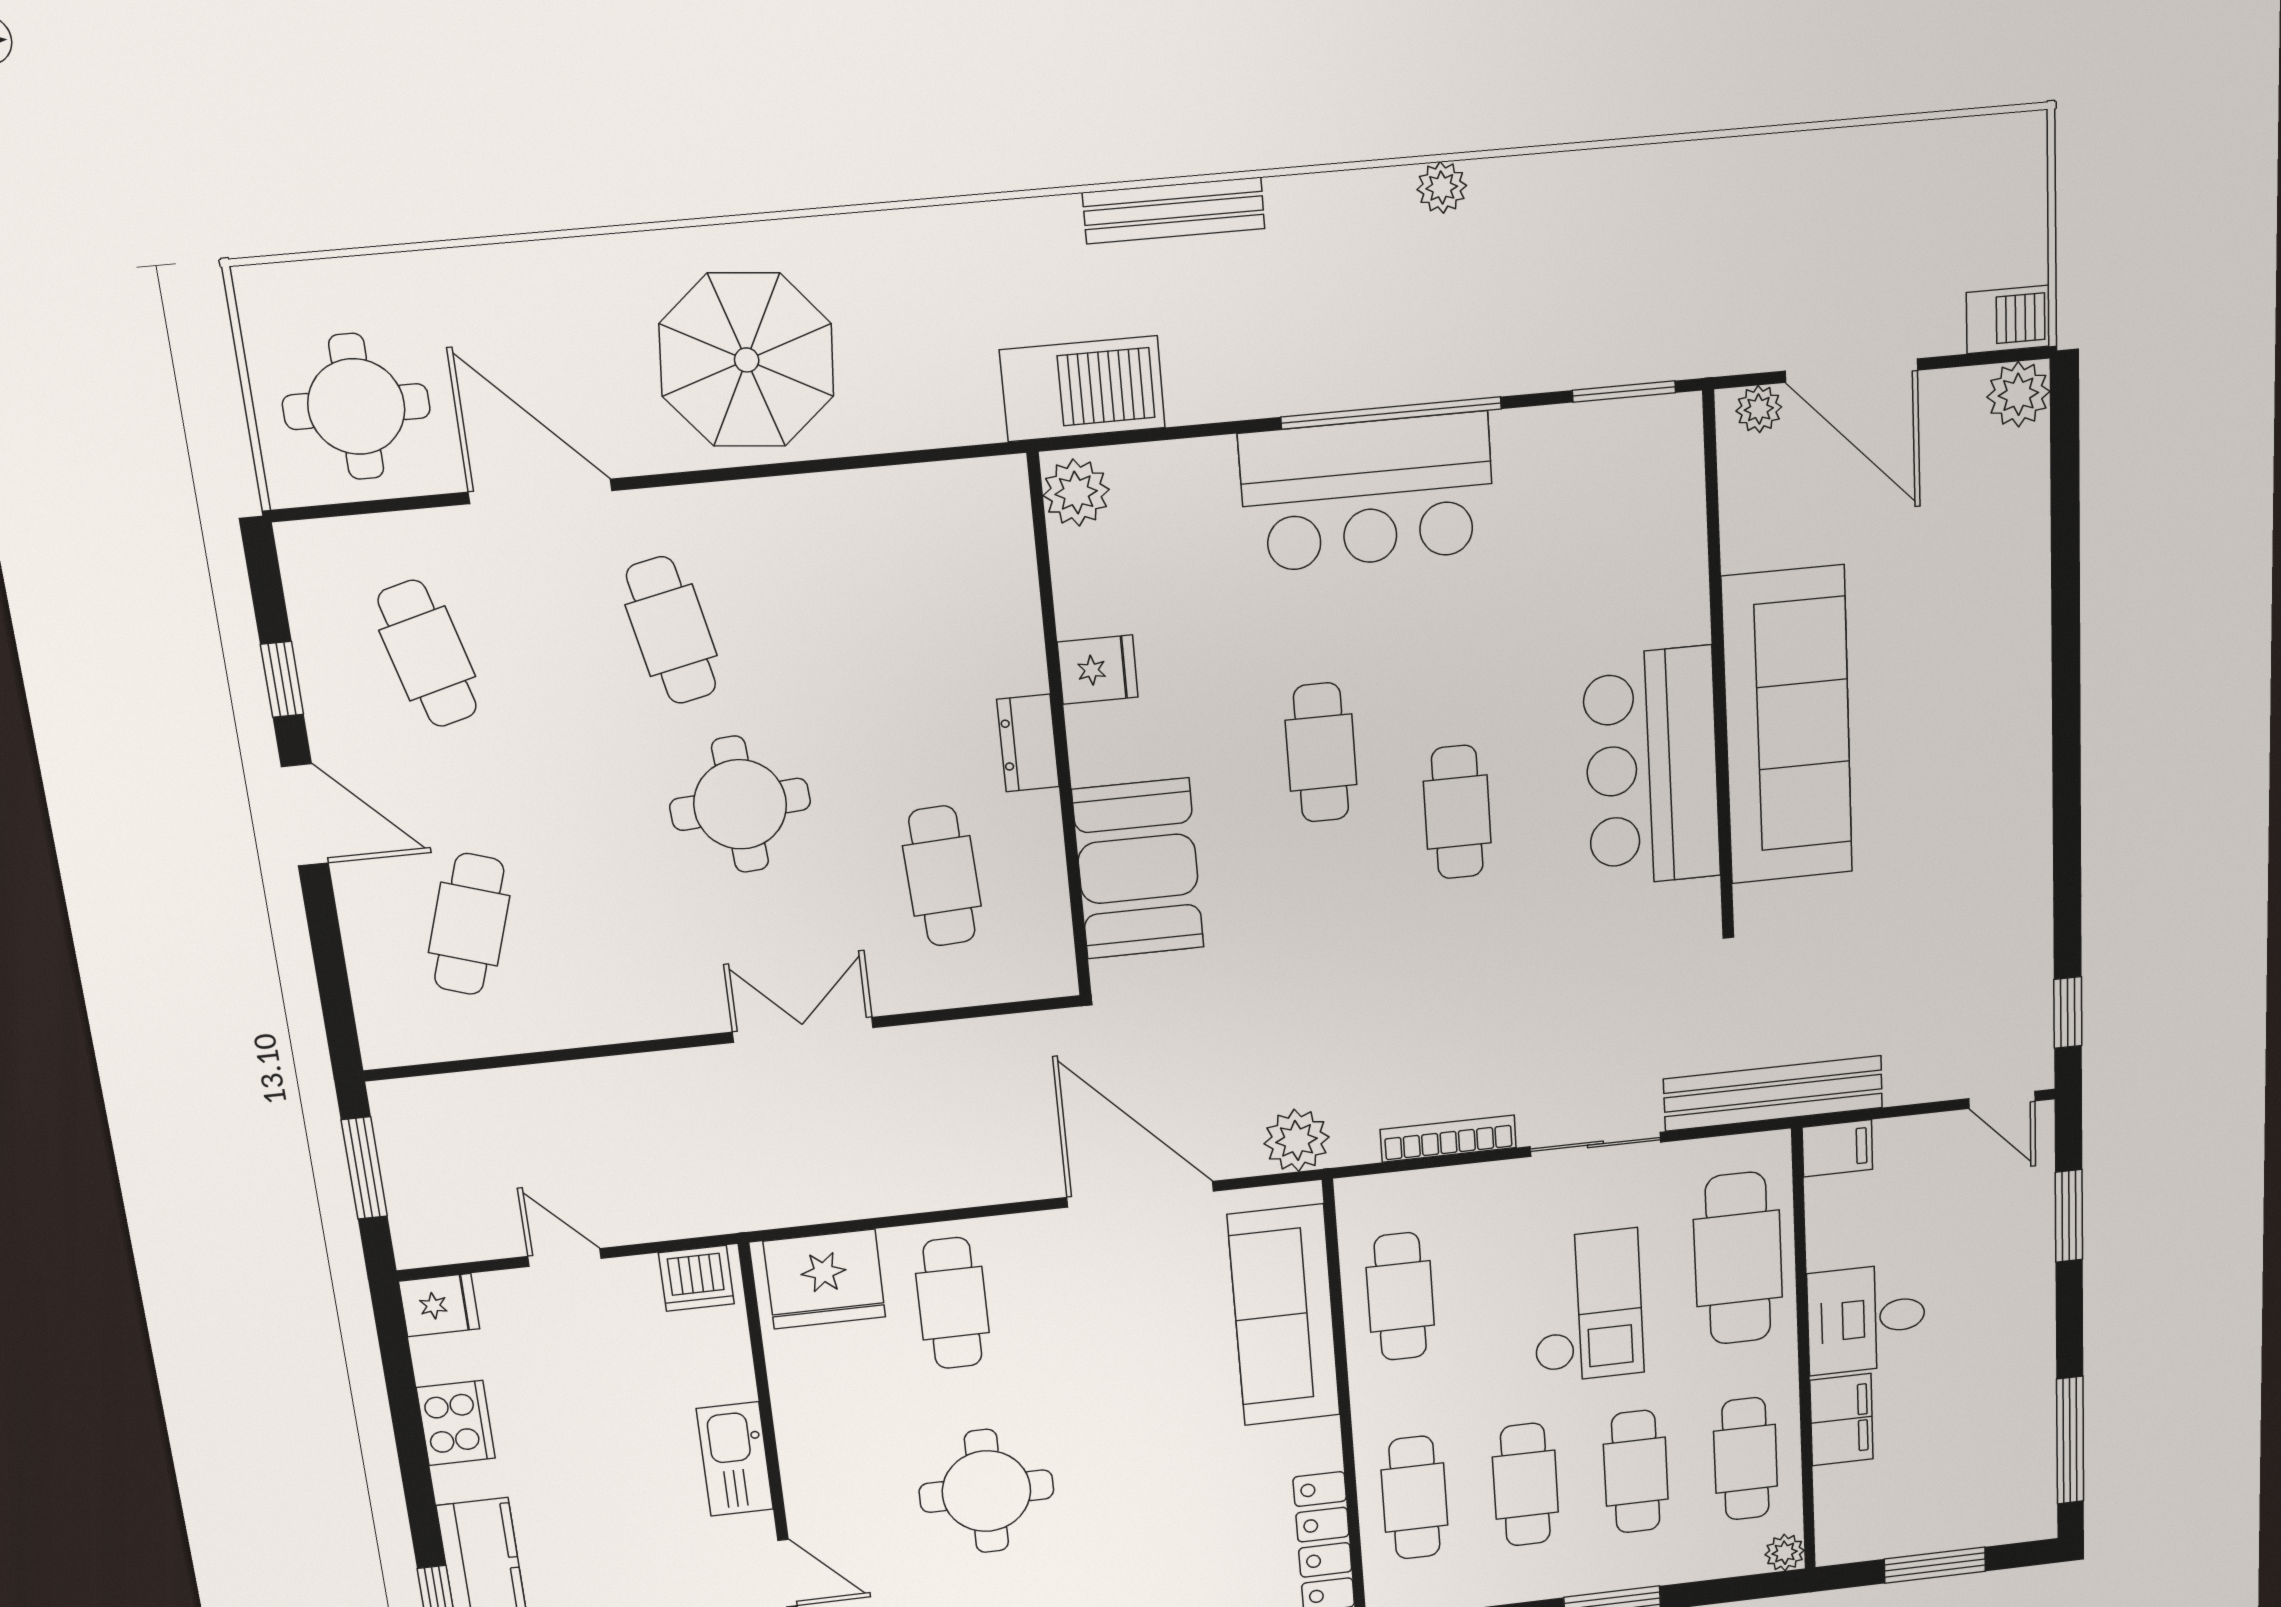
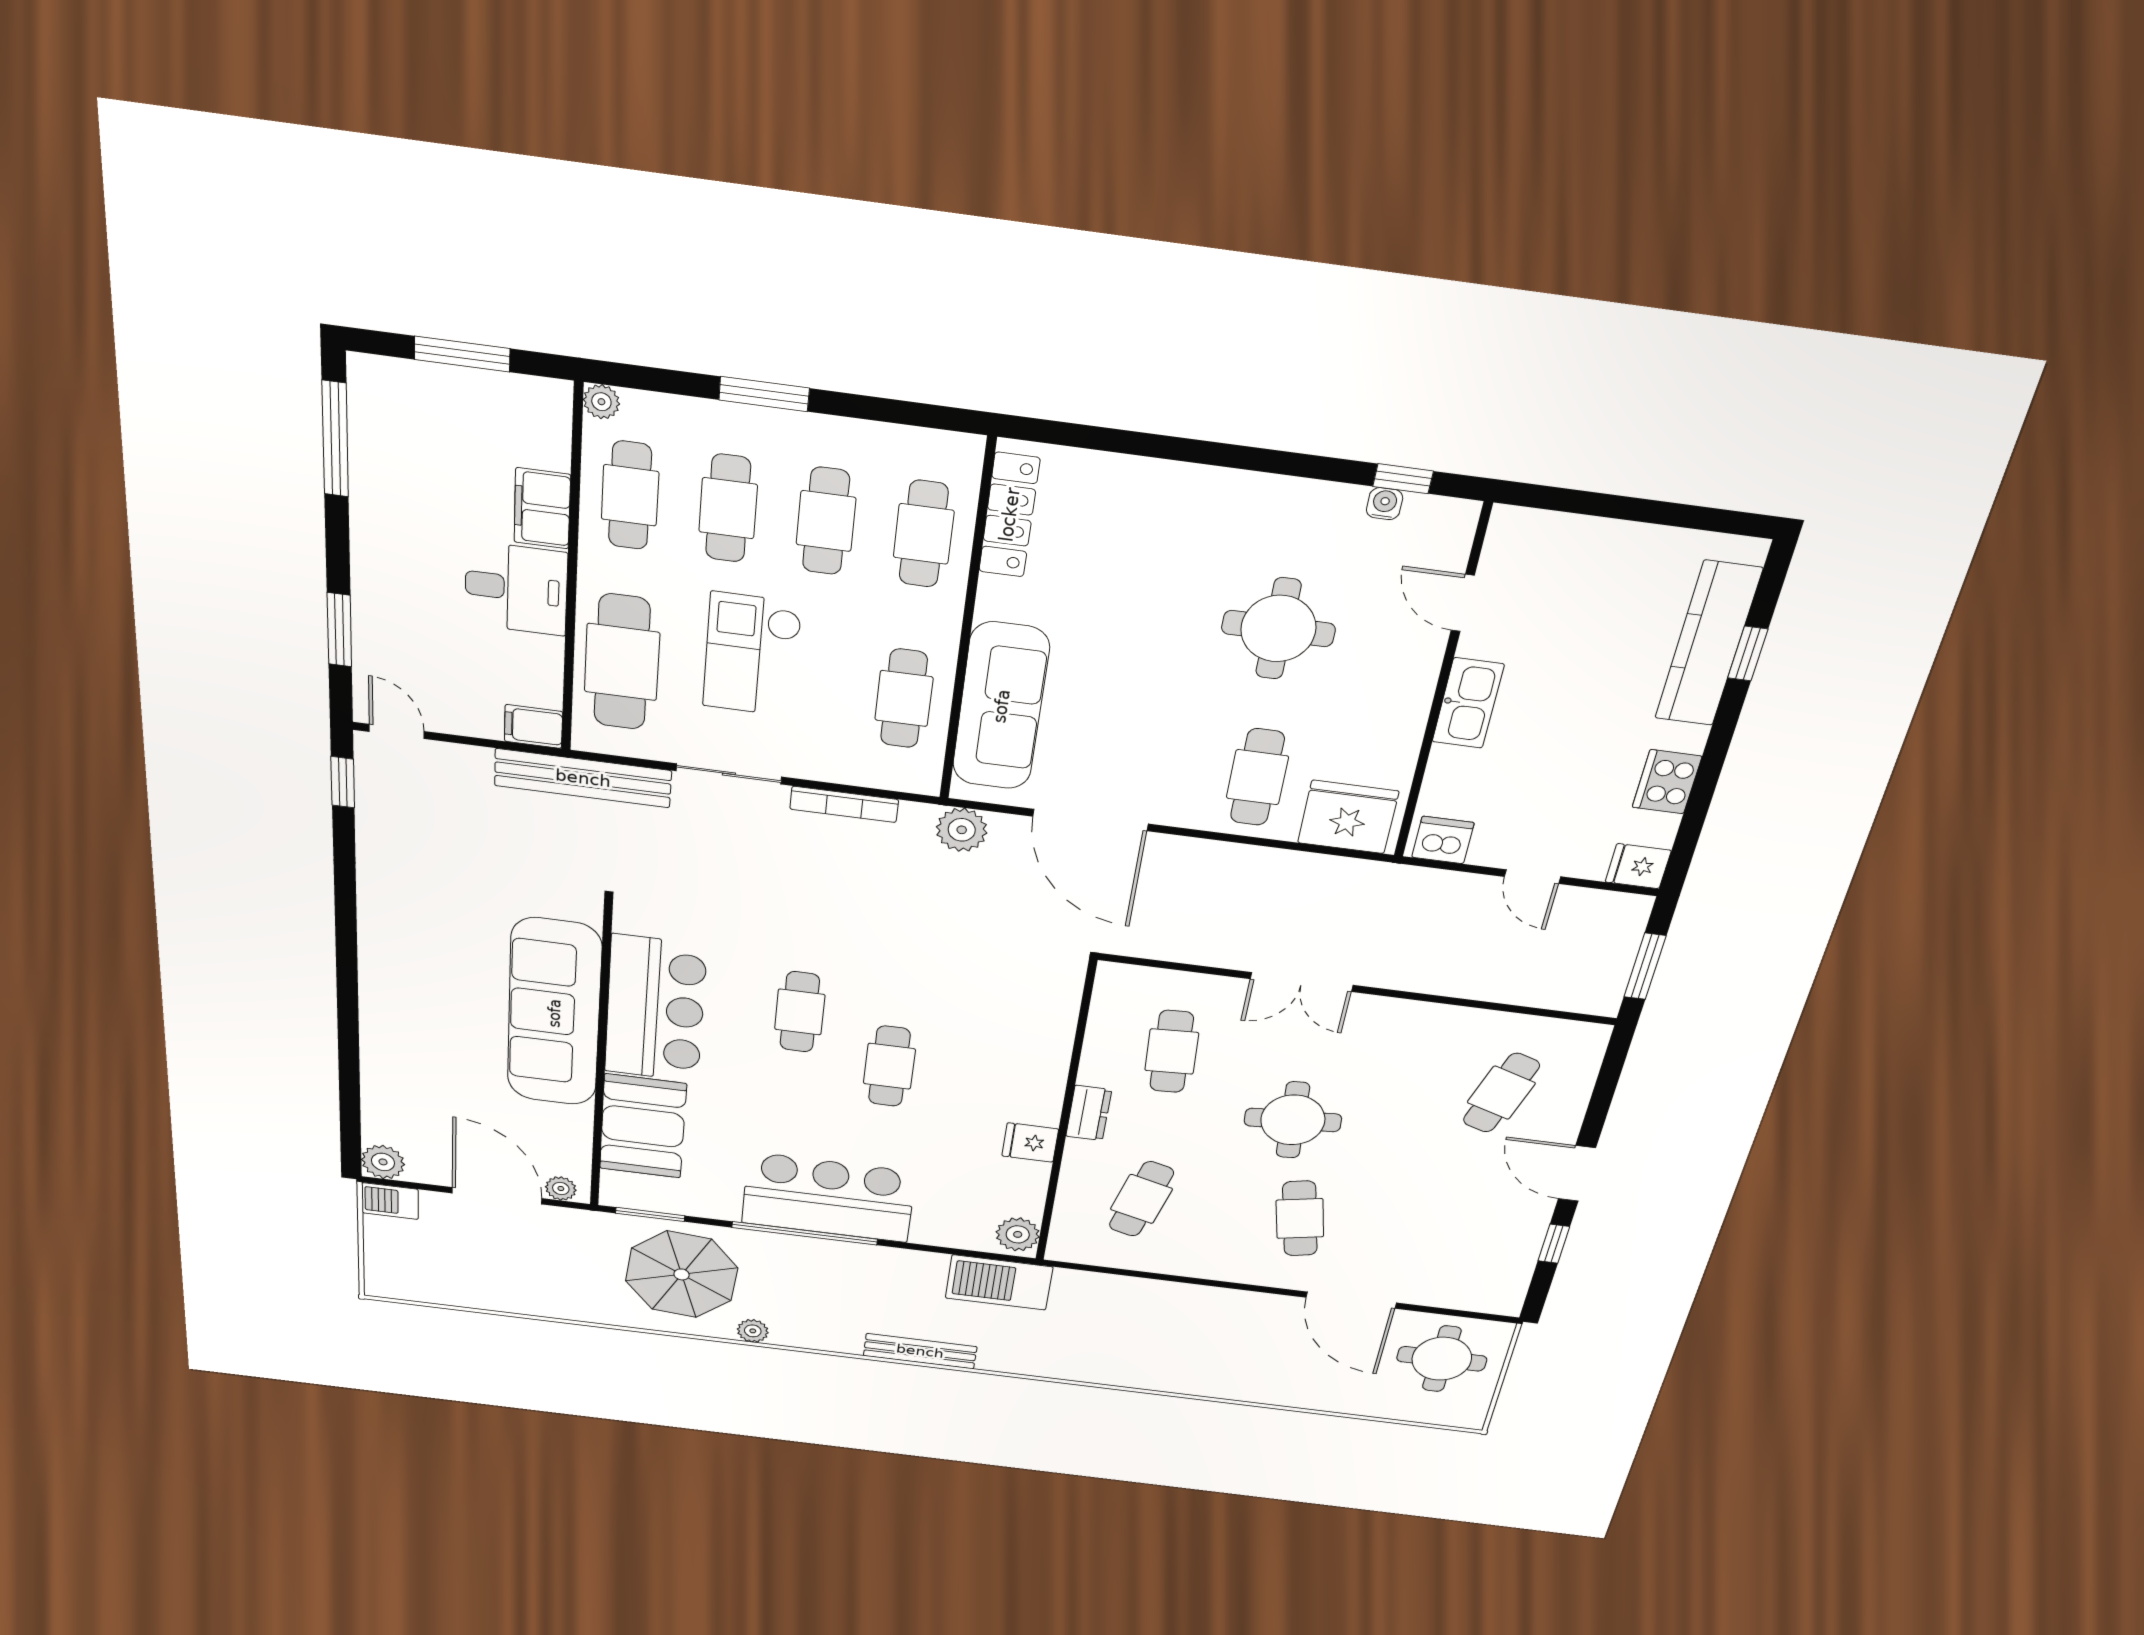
parasol: (747, 360) -> (682, 1274), moved
cafe table: (427, 654) -> (1141, 1199), moved, turned 30
booth: (1138, 869) -> (643, 1126), moved

